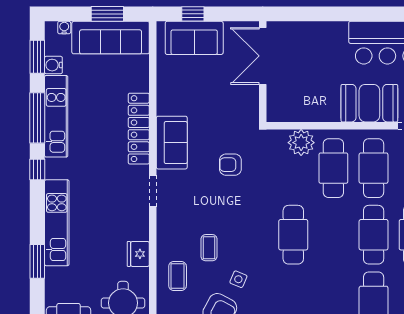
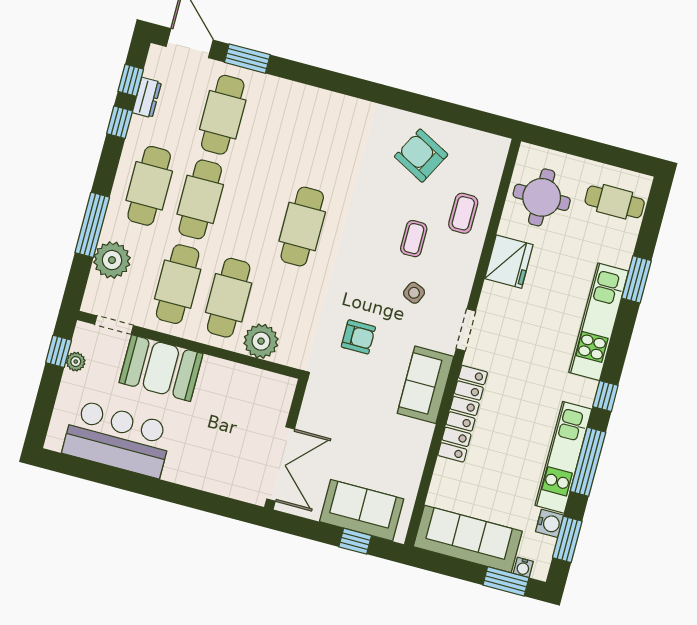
window: (107, 14) -> (506, 581), moved
fridge: (138, 254) -> (509, 262), width x1.36, depth x1.34
side table: (238, 279) -> (414, 293), moved

